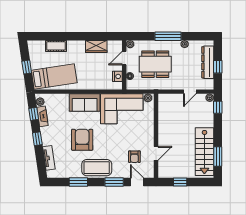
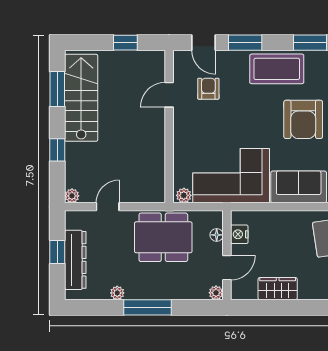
dining table: (155, 64) -> (163, 237), moved
window: (218, 107) -> (57, 150), moved

